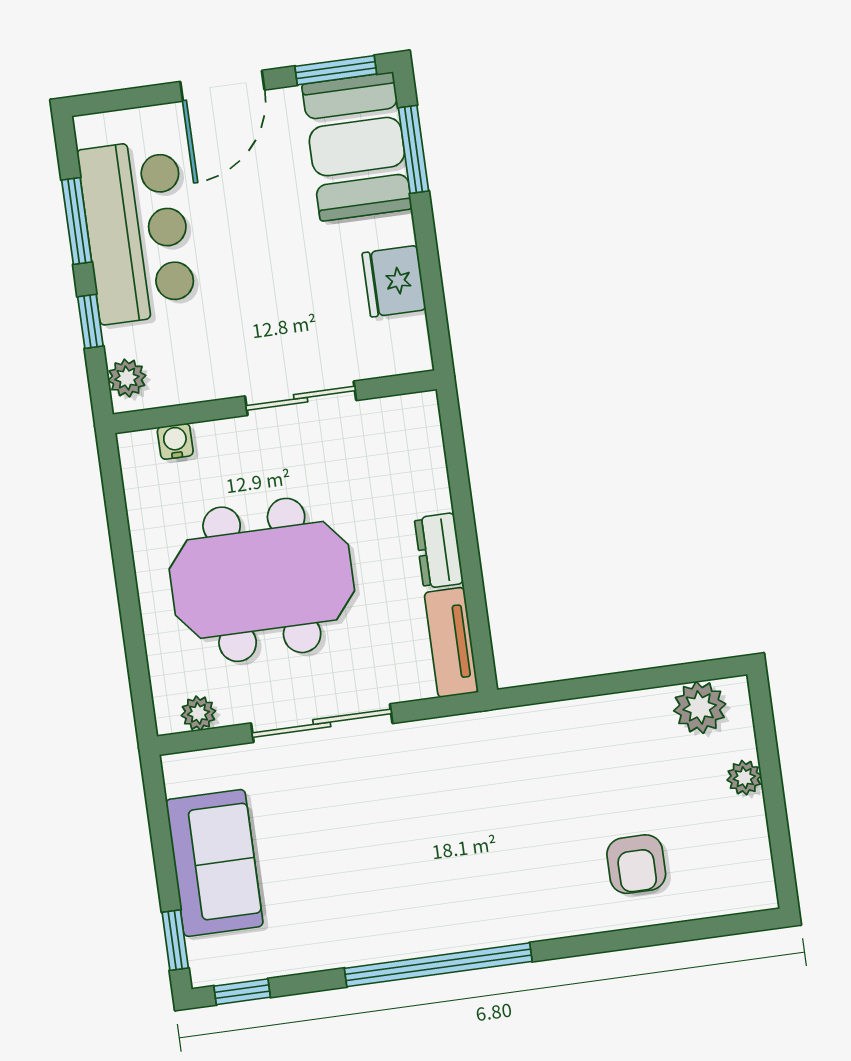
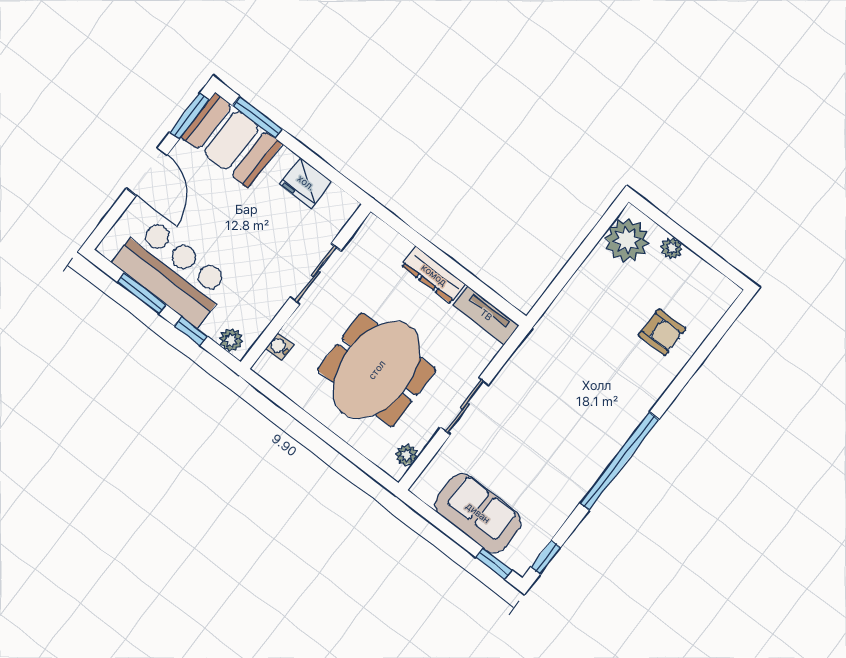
dresser: (439, 551) -> (434, 275), width x1.44
plant: (700, 707) -> (627, 240), width x1.36, depth x1.36
sliding door: (322, 723) -> (464, 406), width x0.73

